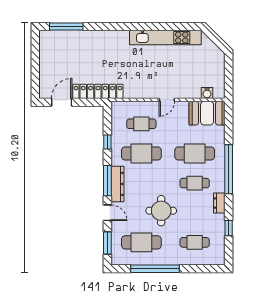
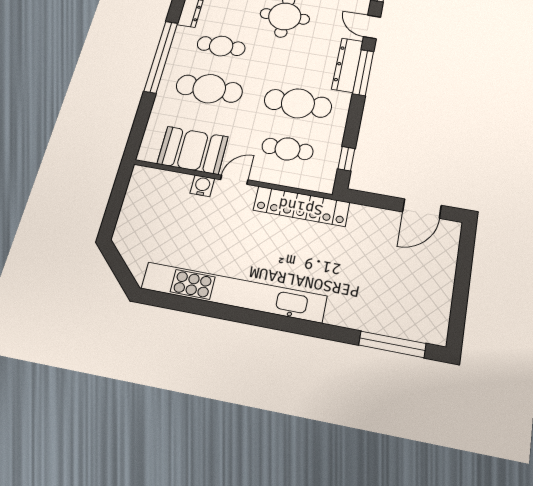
kitchen unit: (165, 38) -> (234, 292), width x1.36
locker: (98, 91) -> (301, 206), moved
water cooler: (207, 93) -> (202, 186), moved
booth: (207, 113) -> (193, 150), moved
window: (107, 142) -> (346, 159), moved

